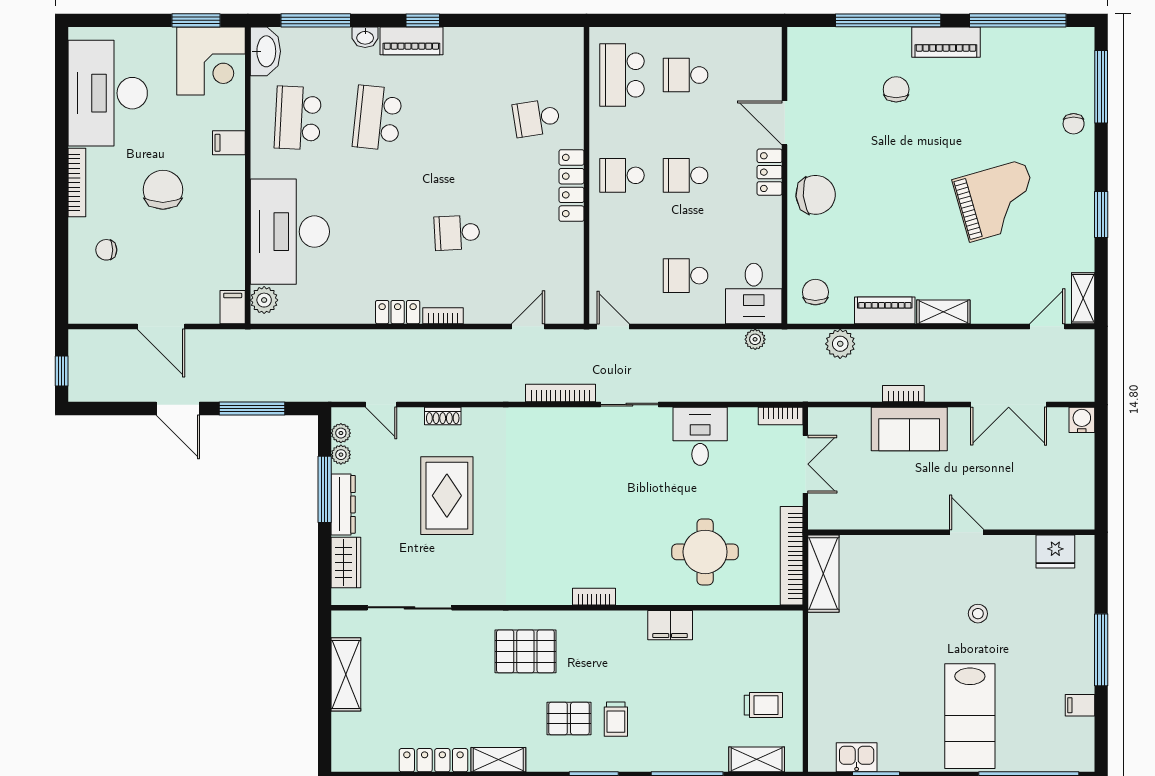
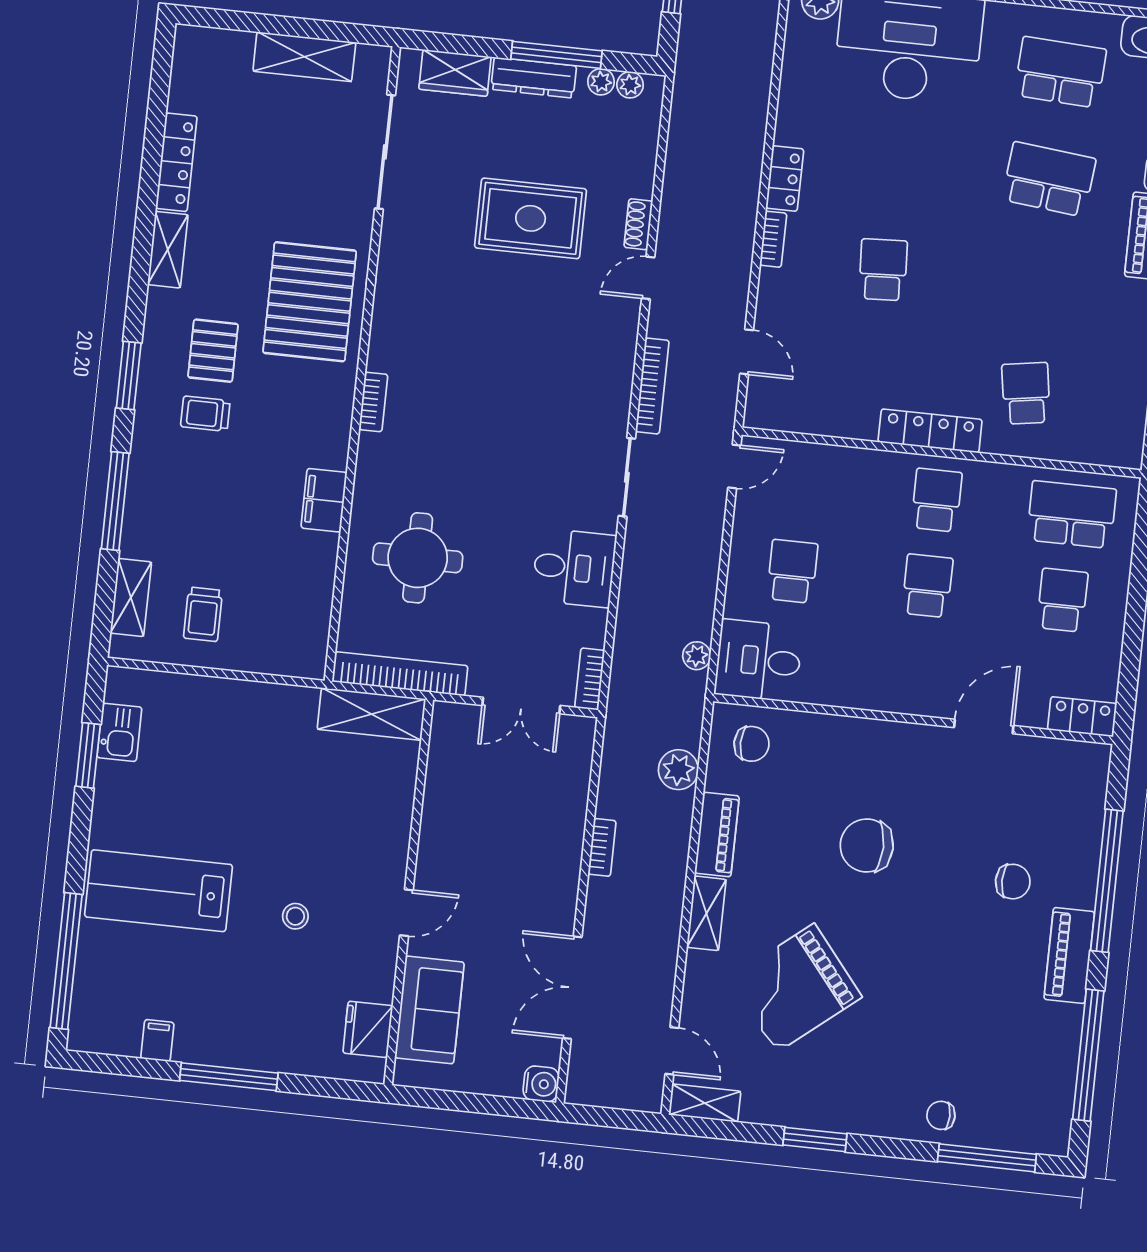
locker: (770, 172) -> (1082, 717), moved
chair: (816, 195) -> (867, 845), moved, turned 95
grand piano: (997, 201) -> (795, 988), moved, turned 67
door: (381, 405) -> (648, 278), moved
sofa: (909, 429) -> (429, 1010), moved, turned 180
pallet: (525, 651) -> (310, 302), width x1.37, depth x1.41

